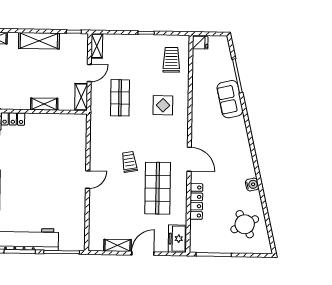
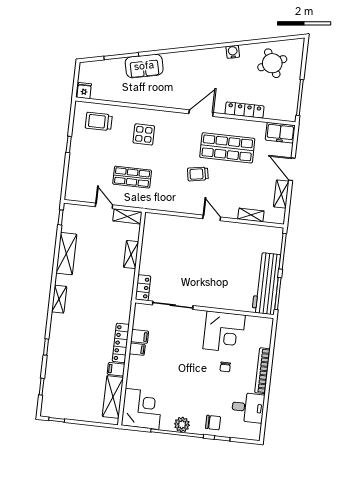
shelving: (97, 46) -> (251, 215), moved

